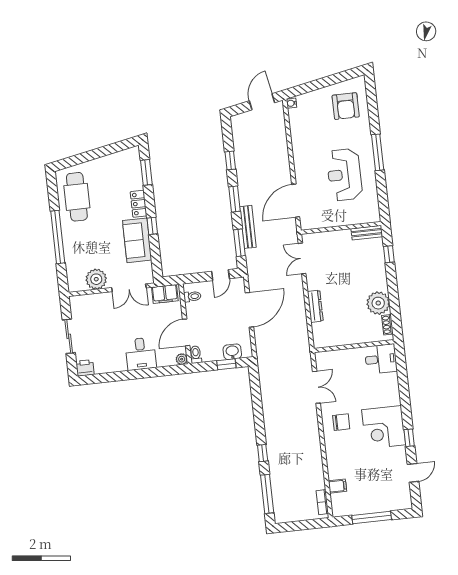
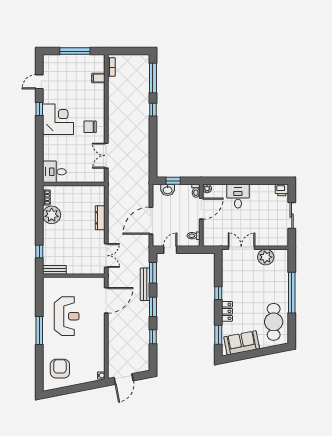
sofa: (137, 240) -> (242, 343), moved, turned -101
filing cabinet: (165, 294) -> (214, 240), removed

